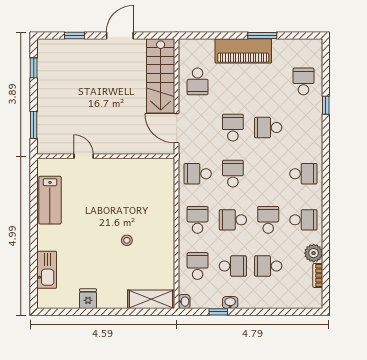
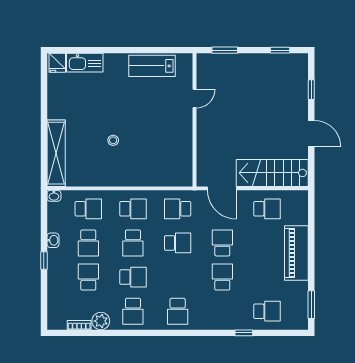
window: (262, 36) -> (311, 305), moved
school desk: (198, 81) -> (267, 209), turned 180
door: (177, 128) -> (222, 188), swing flipped
school desk: (233, 128) -> (222, 243), turned -90
school desk: (198, 174) -> (178, 209), turned -90
school desk: (233, 220) -> (133, 243), turned 180
fridge: (88, 299) -> (57, 63), moved, turned 90
shelving: (151, 299) -> (56, 153), width x1.47
window: (218, 312) -> (44, 260), moved

